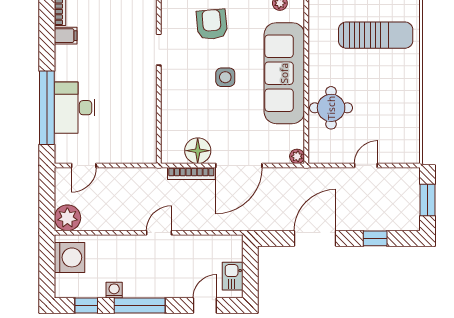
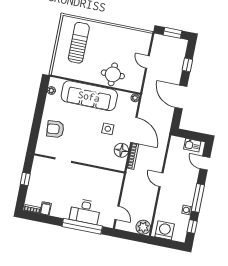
side table: (225, 77) -> (108, 129), moved

